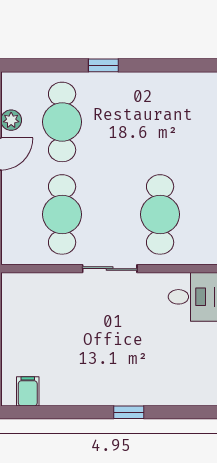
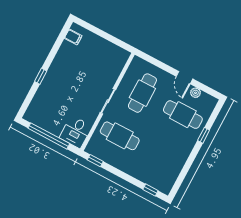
window: (103, 65) -> (204, 135), moved
cafe table: (62, 214) -> (142, 93), turned 90

